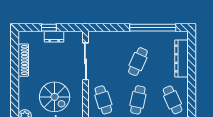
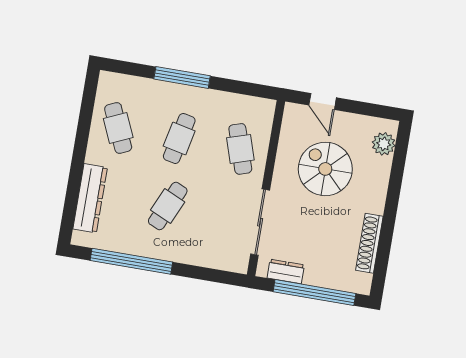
window: (49, 28) -> (314, 293), width x3.17
dresser: (54, 37) -> (286, 271), moved

